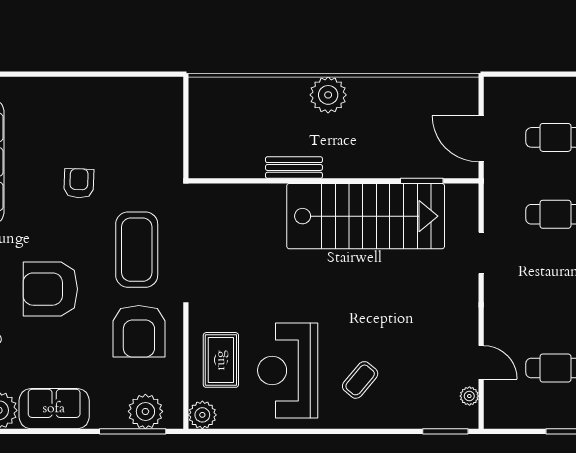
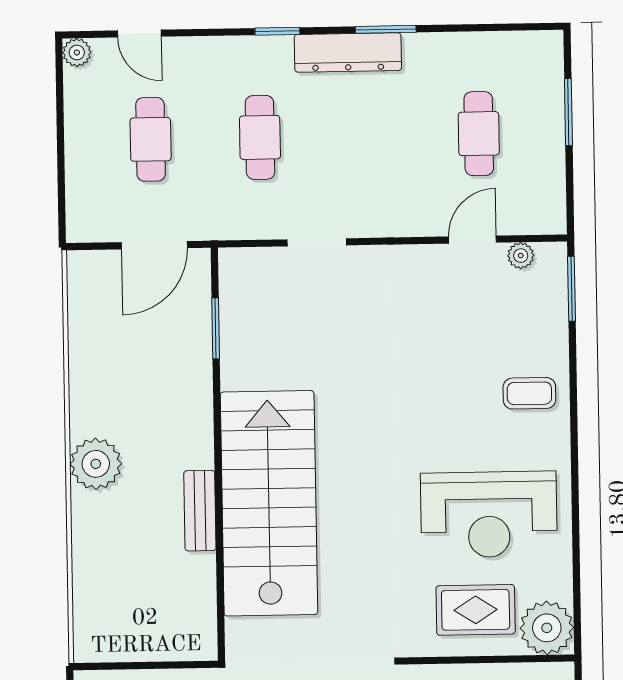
stairs: (366, 216) -> (269, 503), moved
coffee table: (360, 380) -> (529, 393), moved, turned -40
plant: (202, 415) -> (547, 628), width x1.36, depth x1.36

